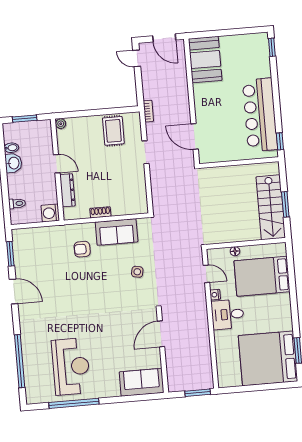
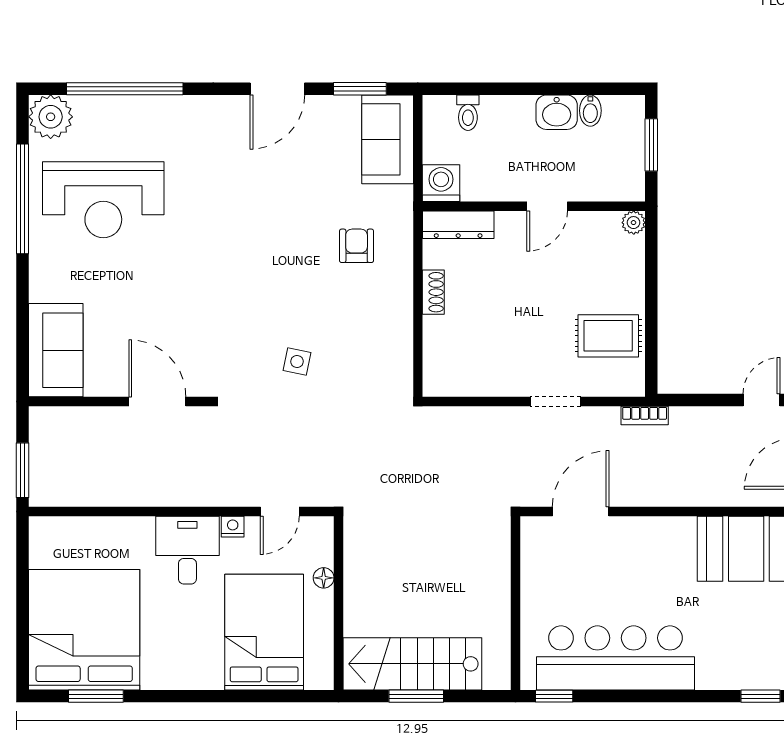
dresser: (67, 190) -> (458, 225), moved
sofa: (117, 232) -> (388, 139), moved
plant: (35, 394) -> (51, 117), added

